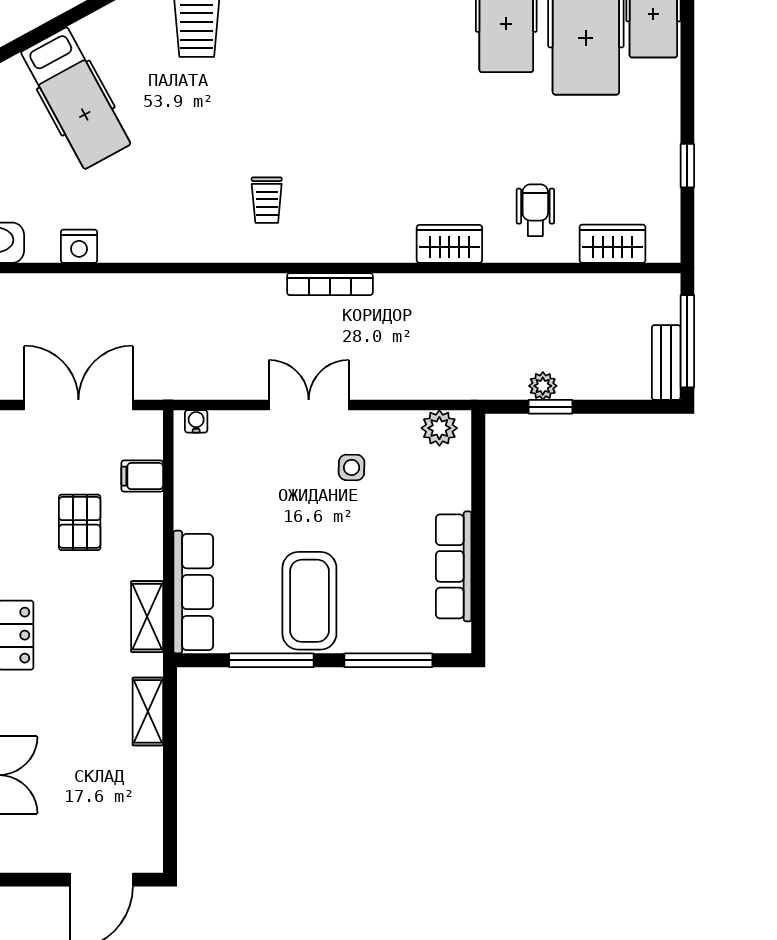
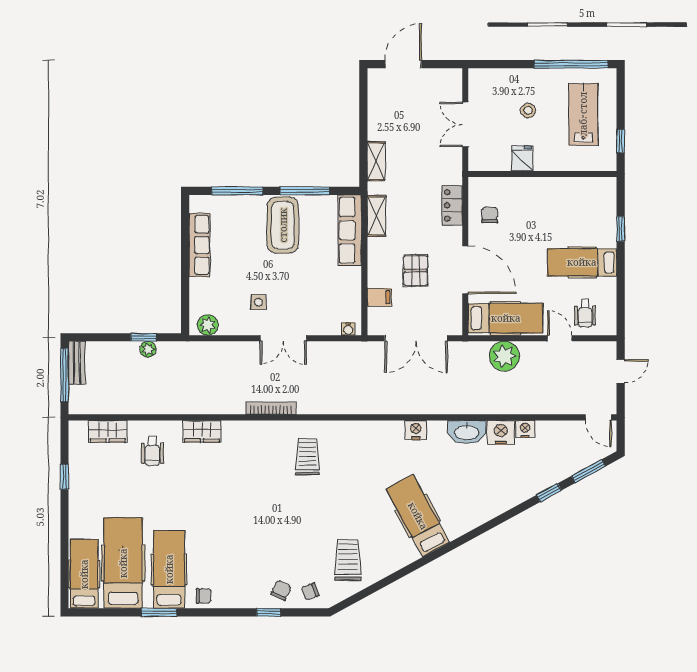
trolley: (267, 200) -> (307, 457), width x1.36, depth x1.39

